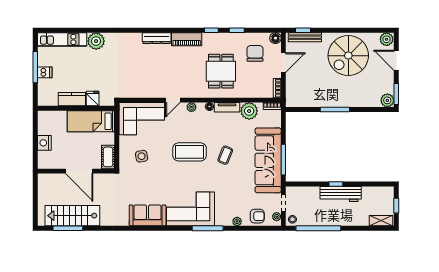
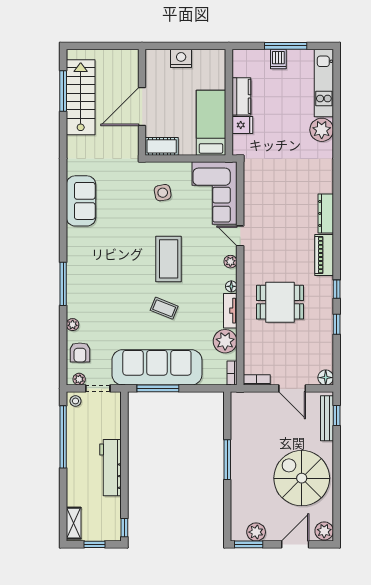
chair: (255, 53) -> (305, 349), removed
plant: (387, 100) -> (256, 532), moved
window: (336, 184) -> (124, 528), moved
corner sofa: (191, 209) -> (90, 260), removed

